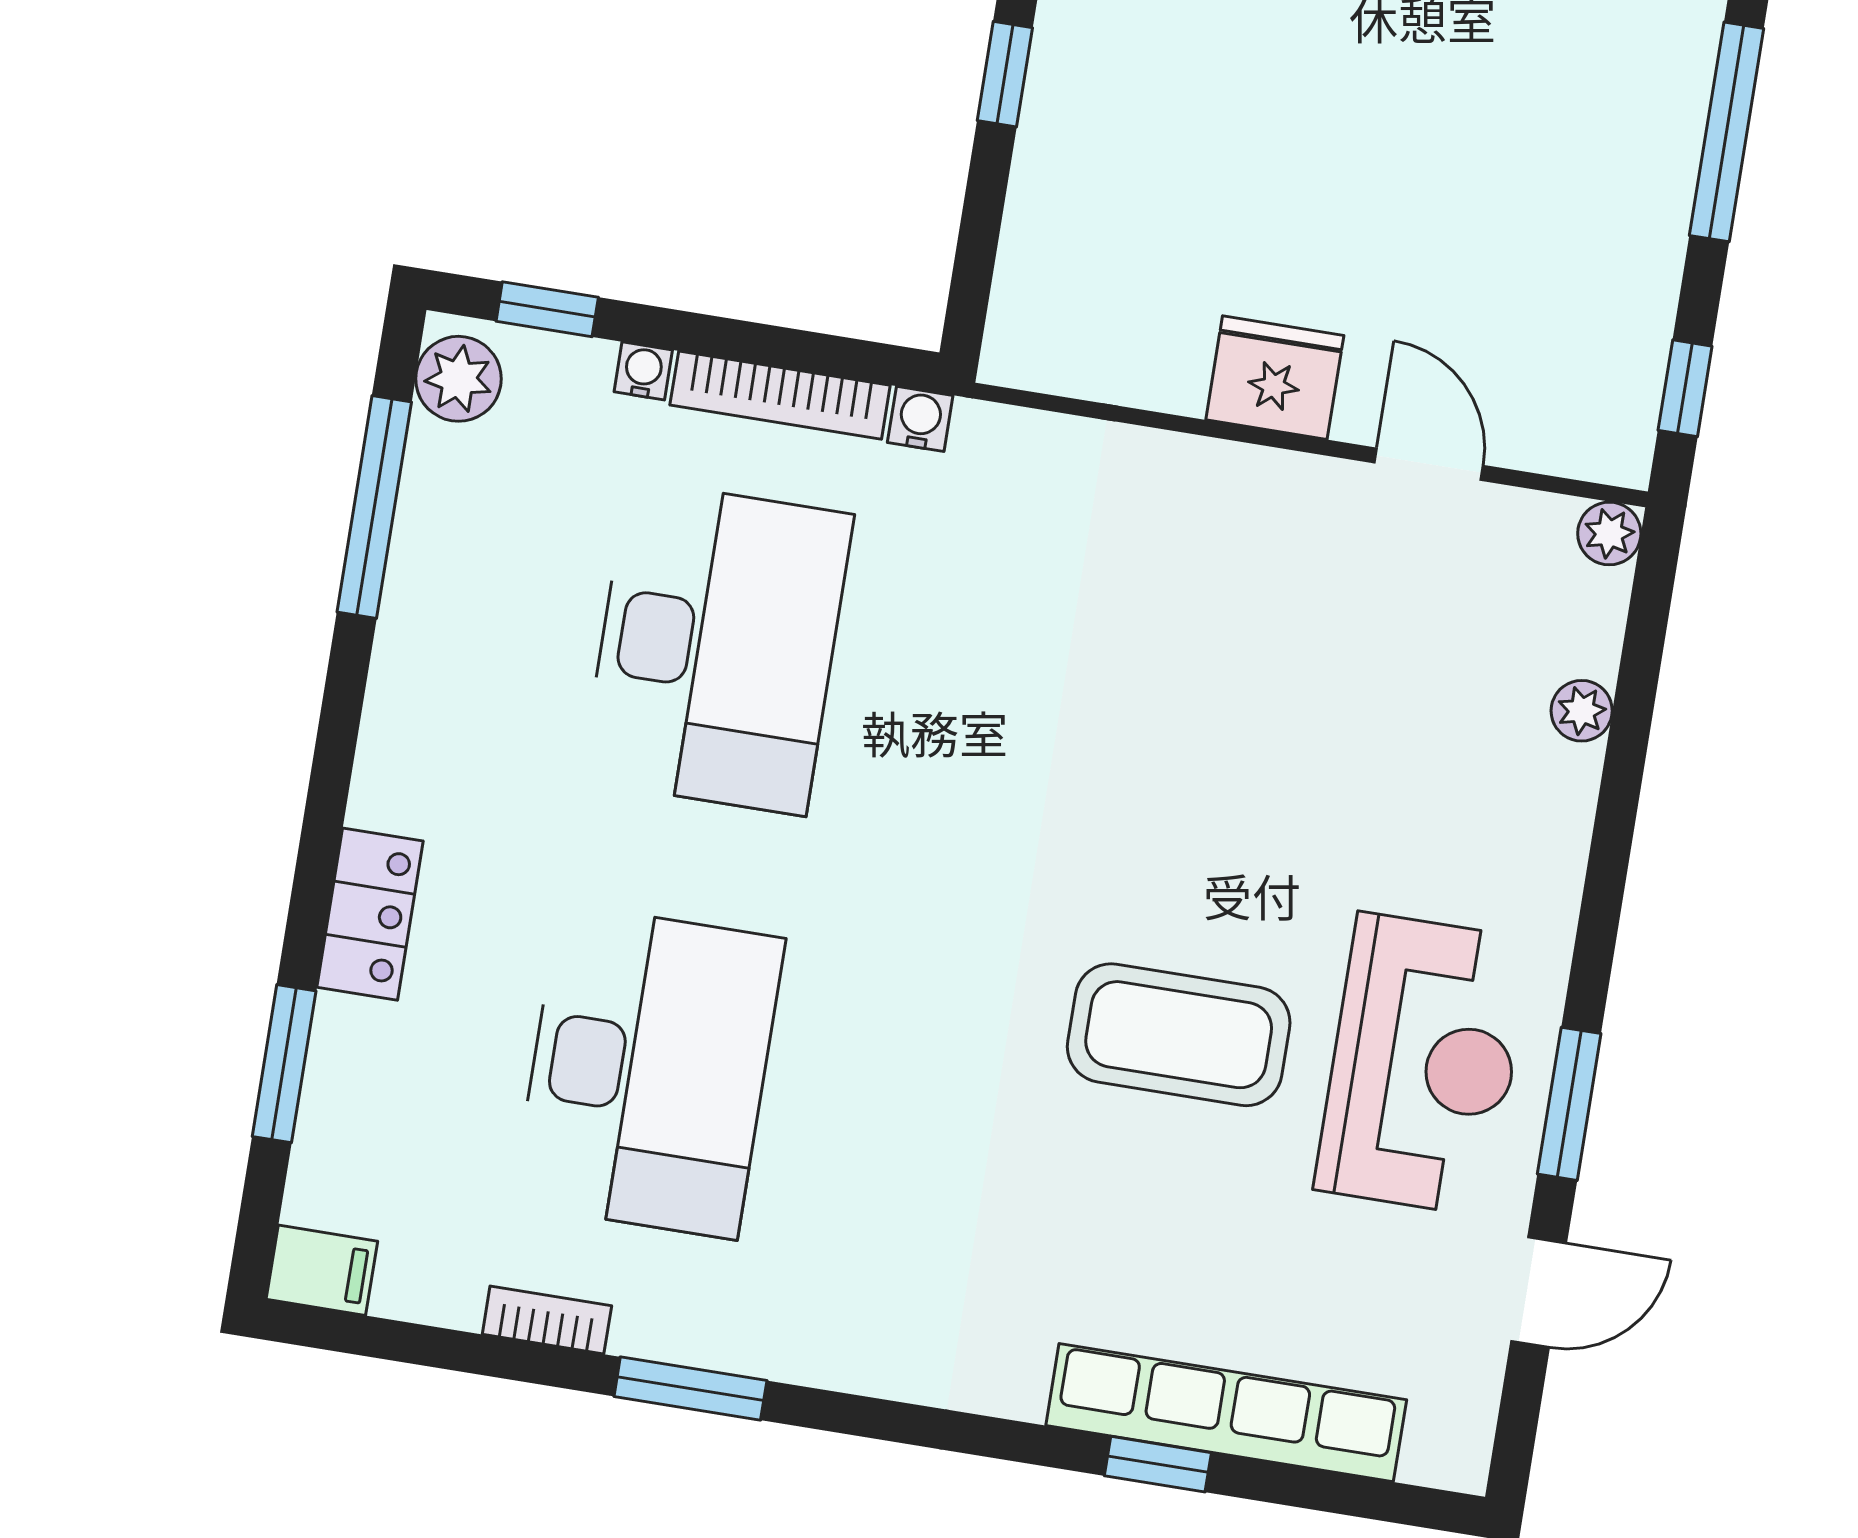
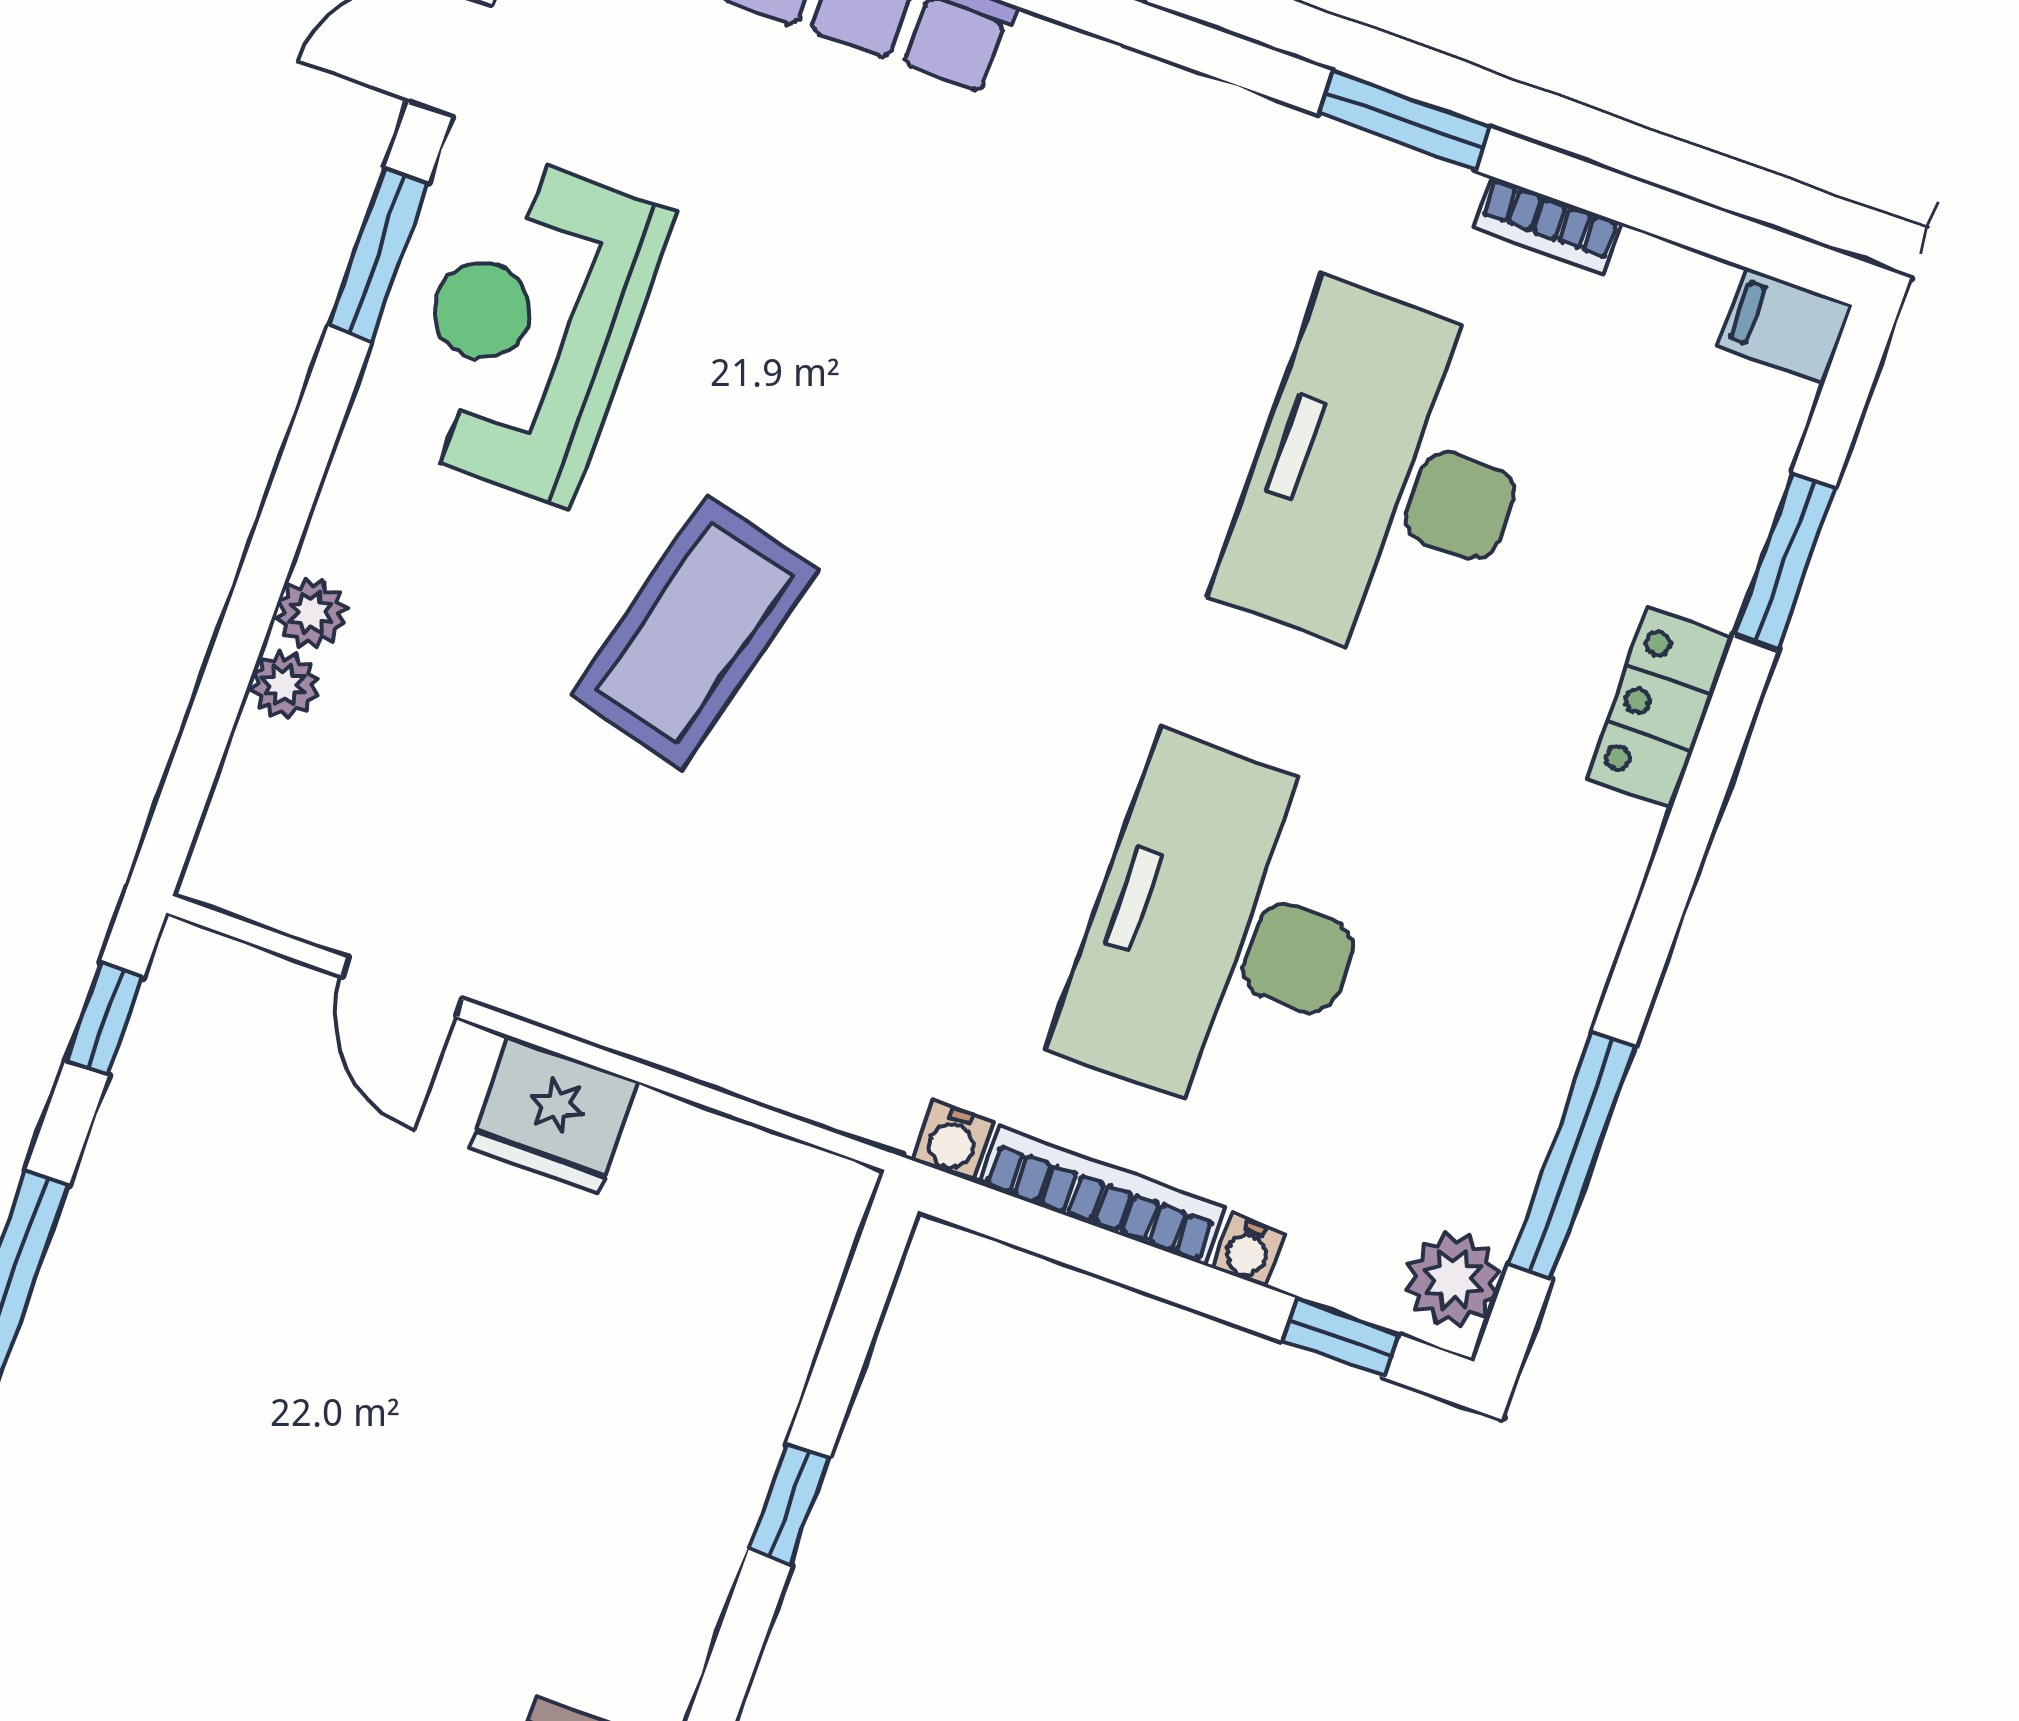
plant: (1609, 533) -> (311, 613), moved
coffee table: (1179, 1035) -> (694, 633), moved, turned -75

